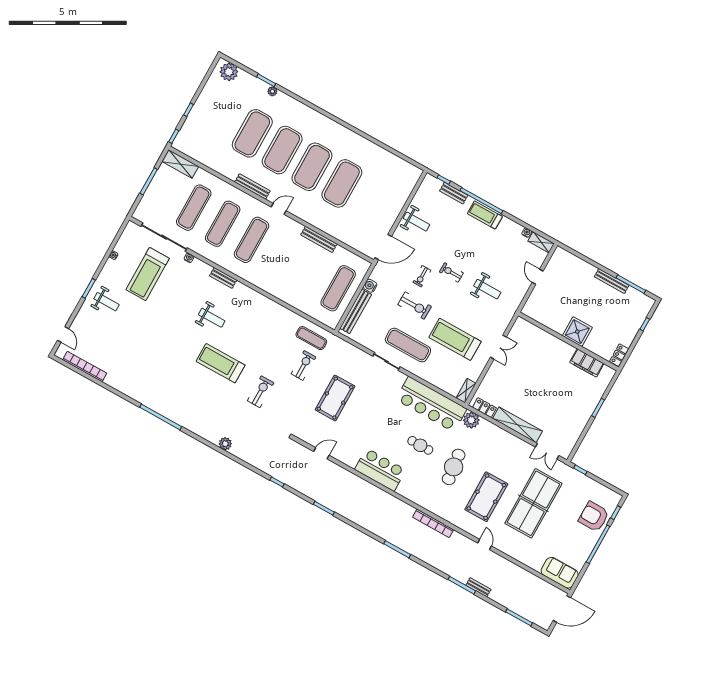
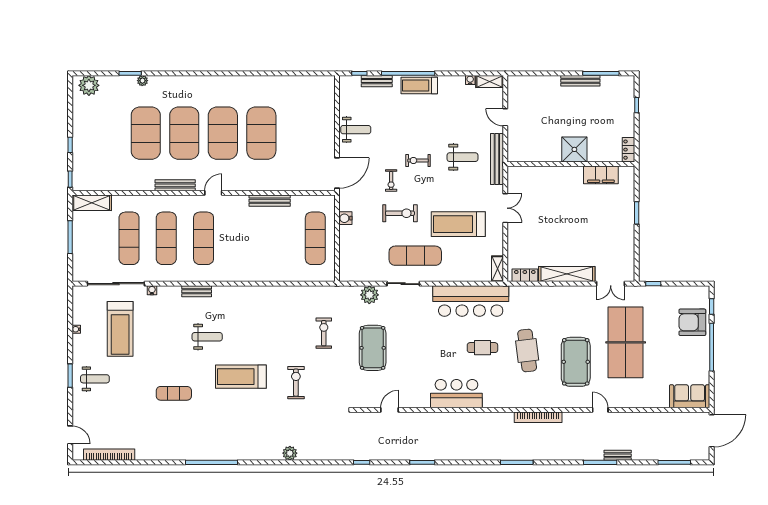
bench: (356, 311) -> (497, 159), moved
exercise mat: (311, 338) -> (174, 393), moved
plant: (471, 420) -> (369, 295), moved

